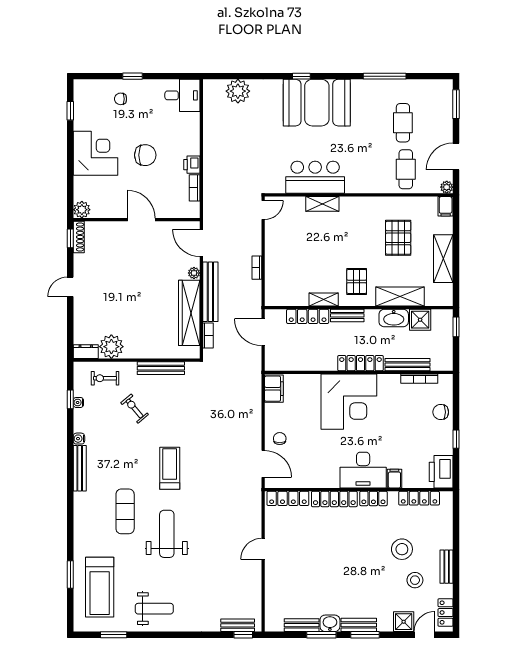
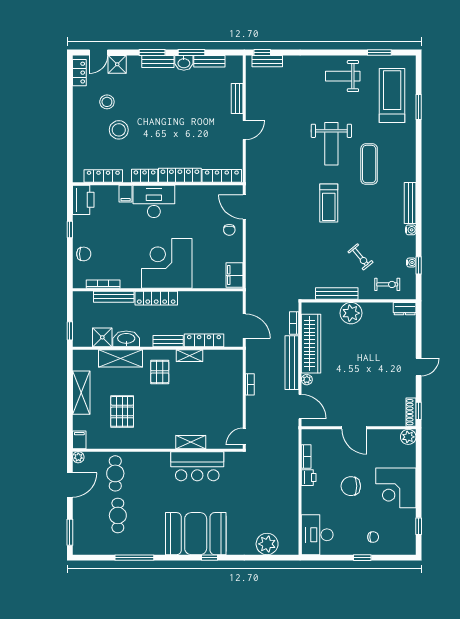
desk: (182, 95) -> (317, 535), width x1.37
plant: (111, 347) -> (351, 313), moved
bench: (447, 567) -> (237, 98), moved

